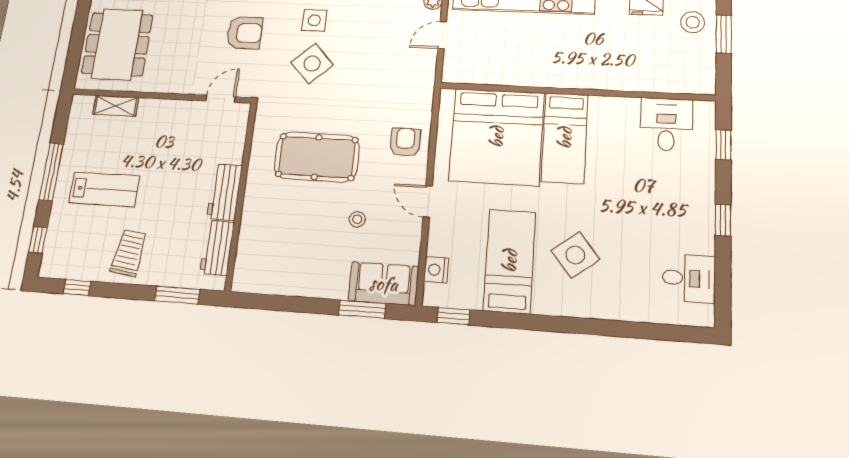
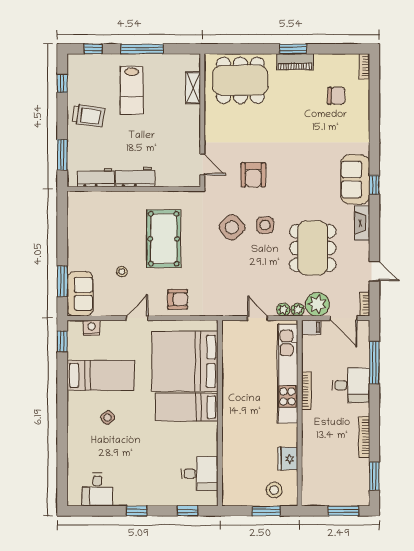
side table: (575, 255) -> (108, 418), width x0.54, depth x0.54

